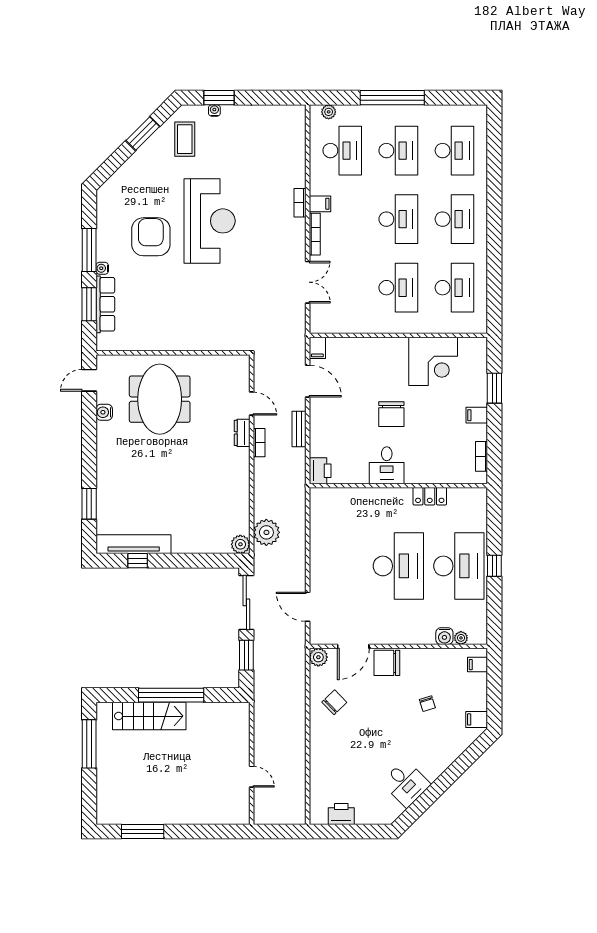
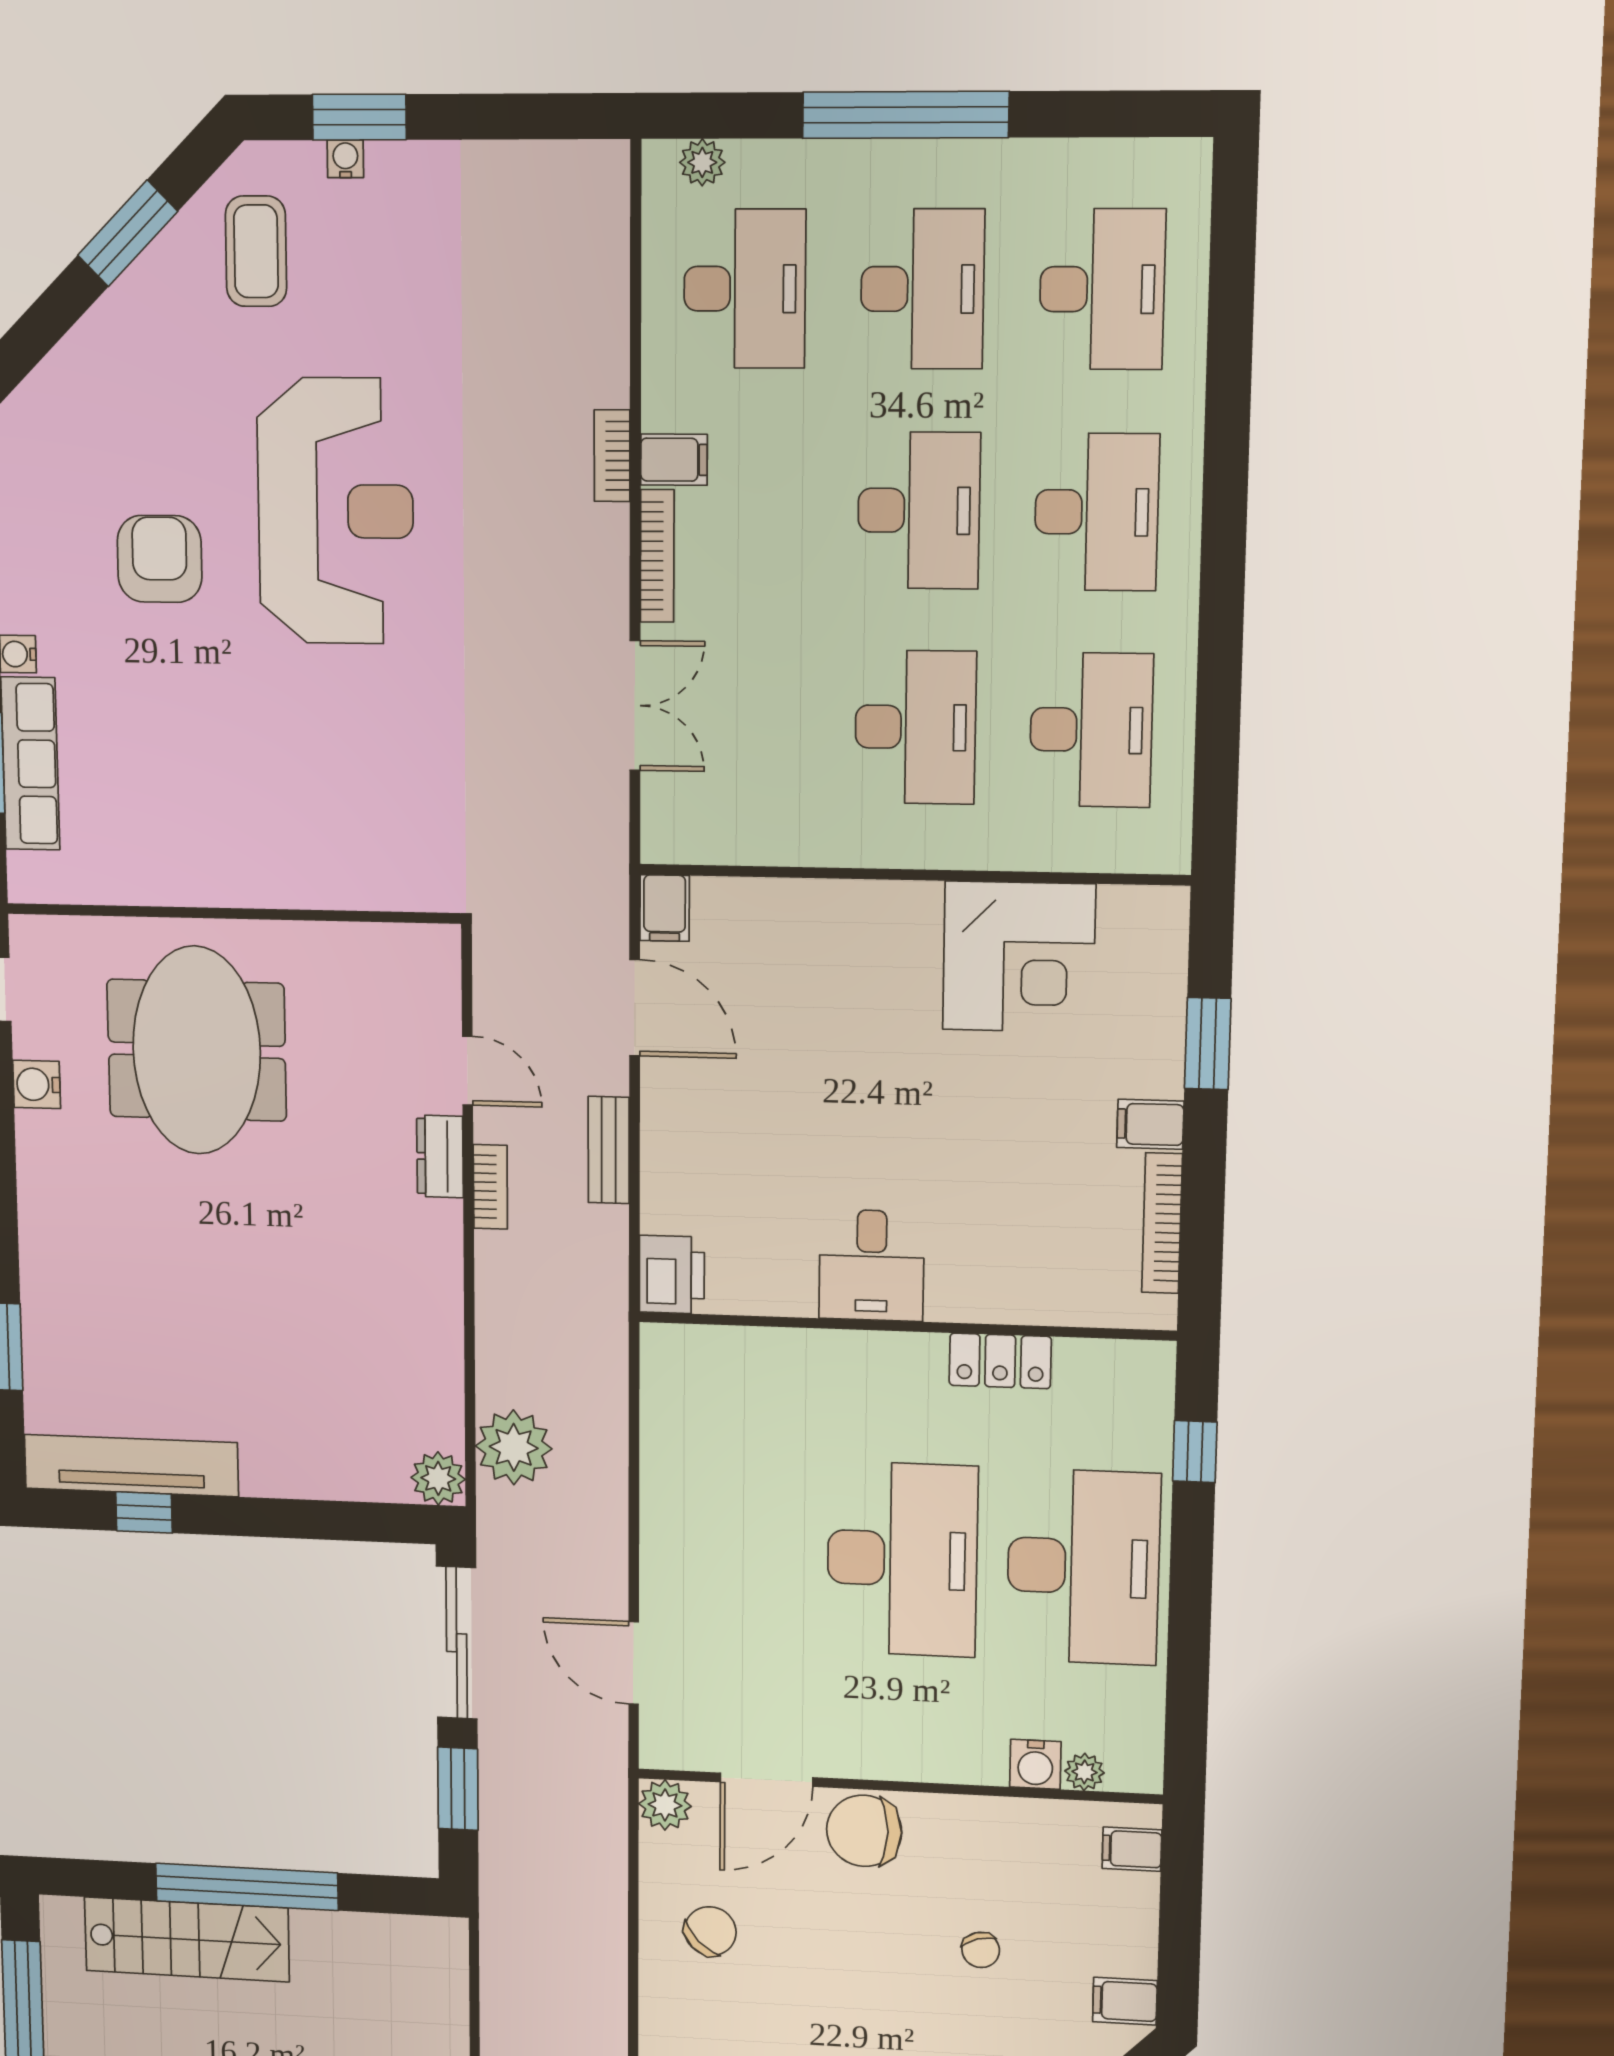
armchair: (151, 237) -> (160, 559), width x0.73, depth x0.73
chair: (391, 414) -> (888, 1114), removed
bookcase: (481, 456) -> (1162, 1223), width x1.56
window: (494, 566) -> (1195, 1452), moved

